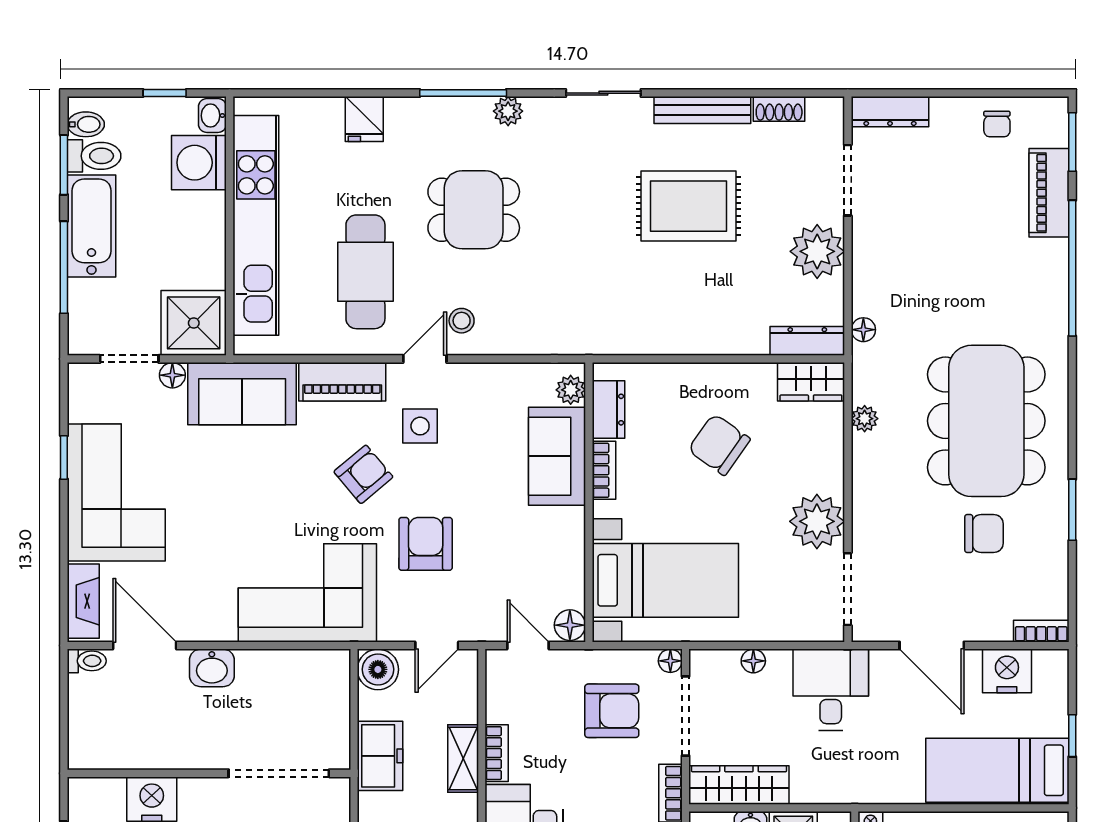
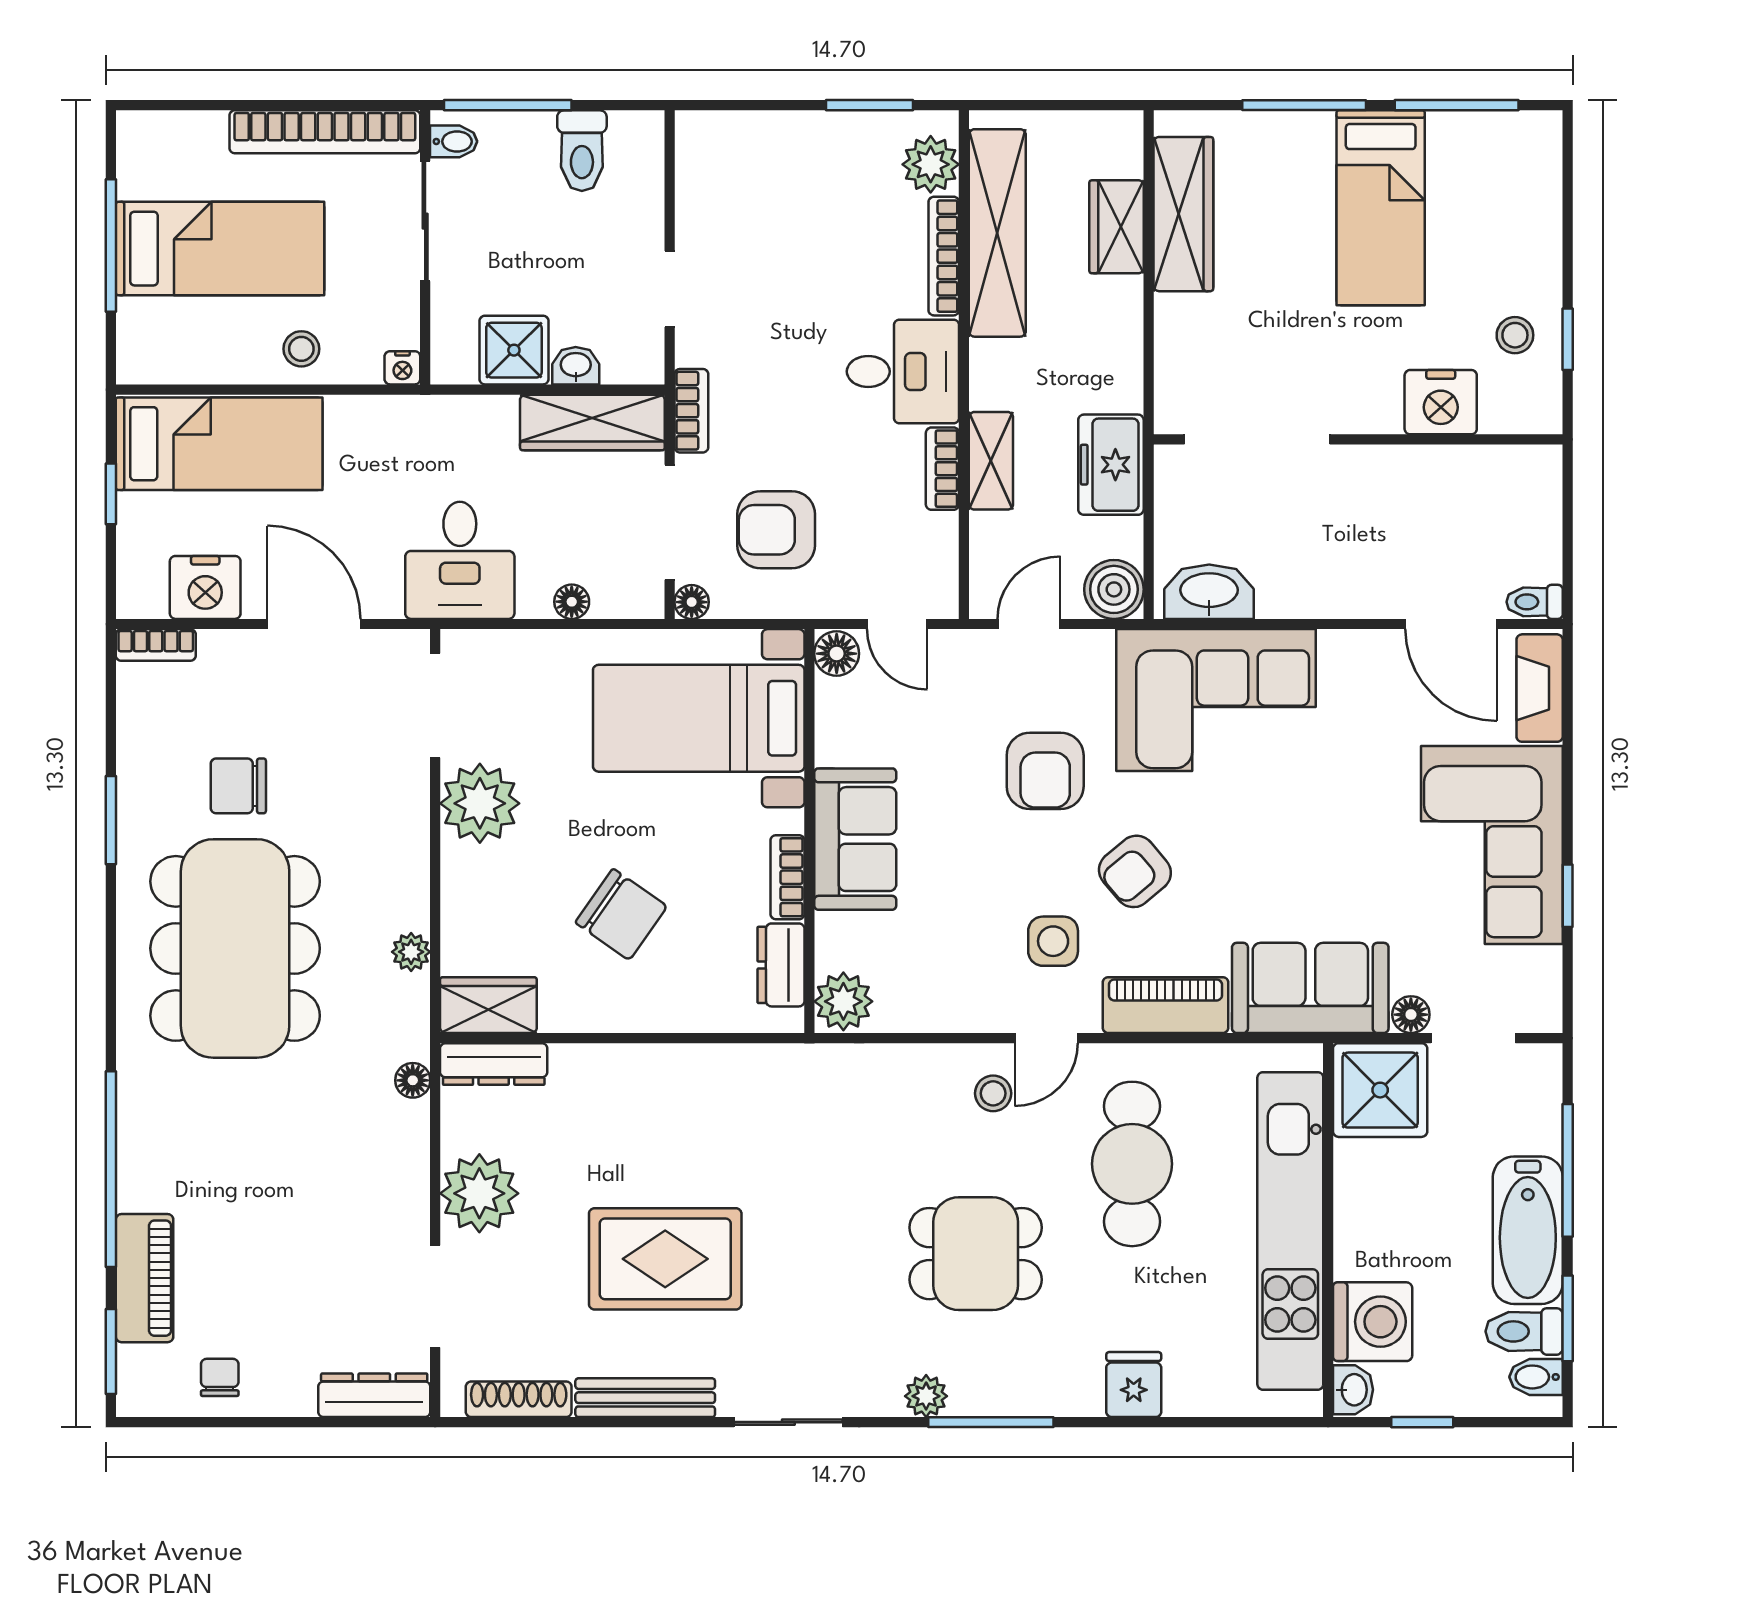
shoe rack: (779, 109) -> (519, 1399), width x1.43
plant: (571, 390) -> (843, 1001), width x1.38, depth x1.38
sofa: (557, 456) -> (855, 839), moved
washbasin: (212, 668) -> (1209, 592), moved, width x1.38

